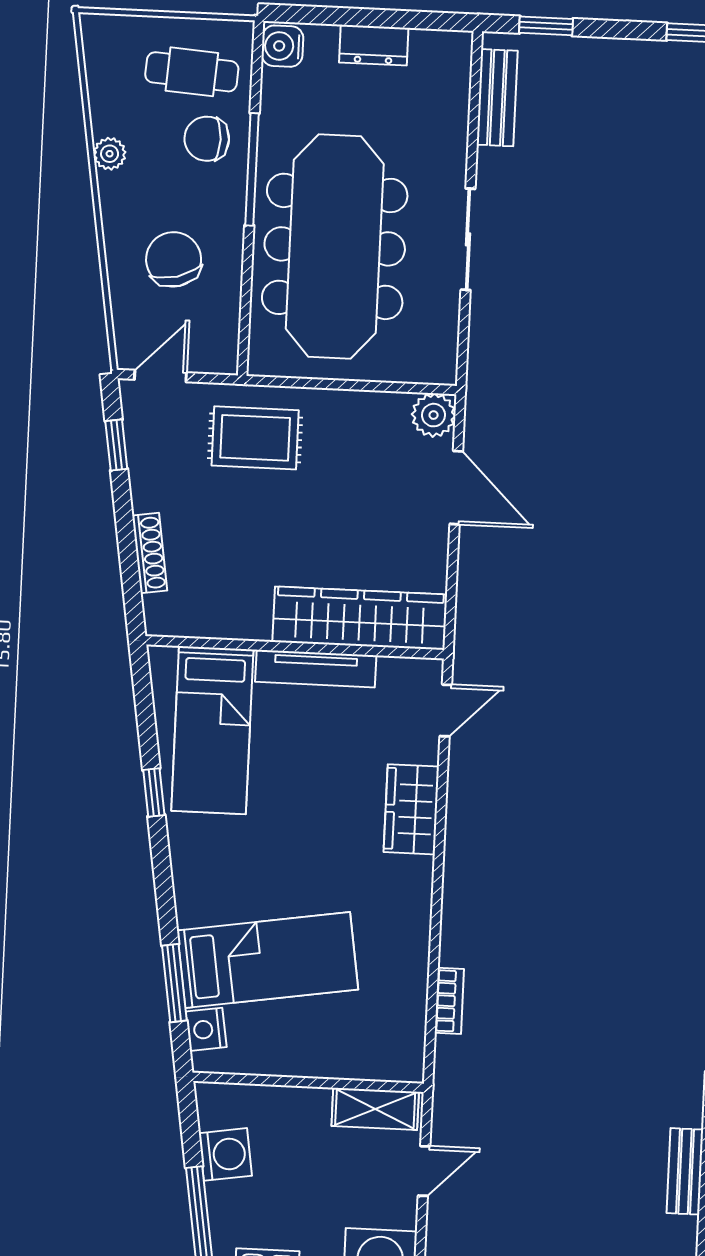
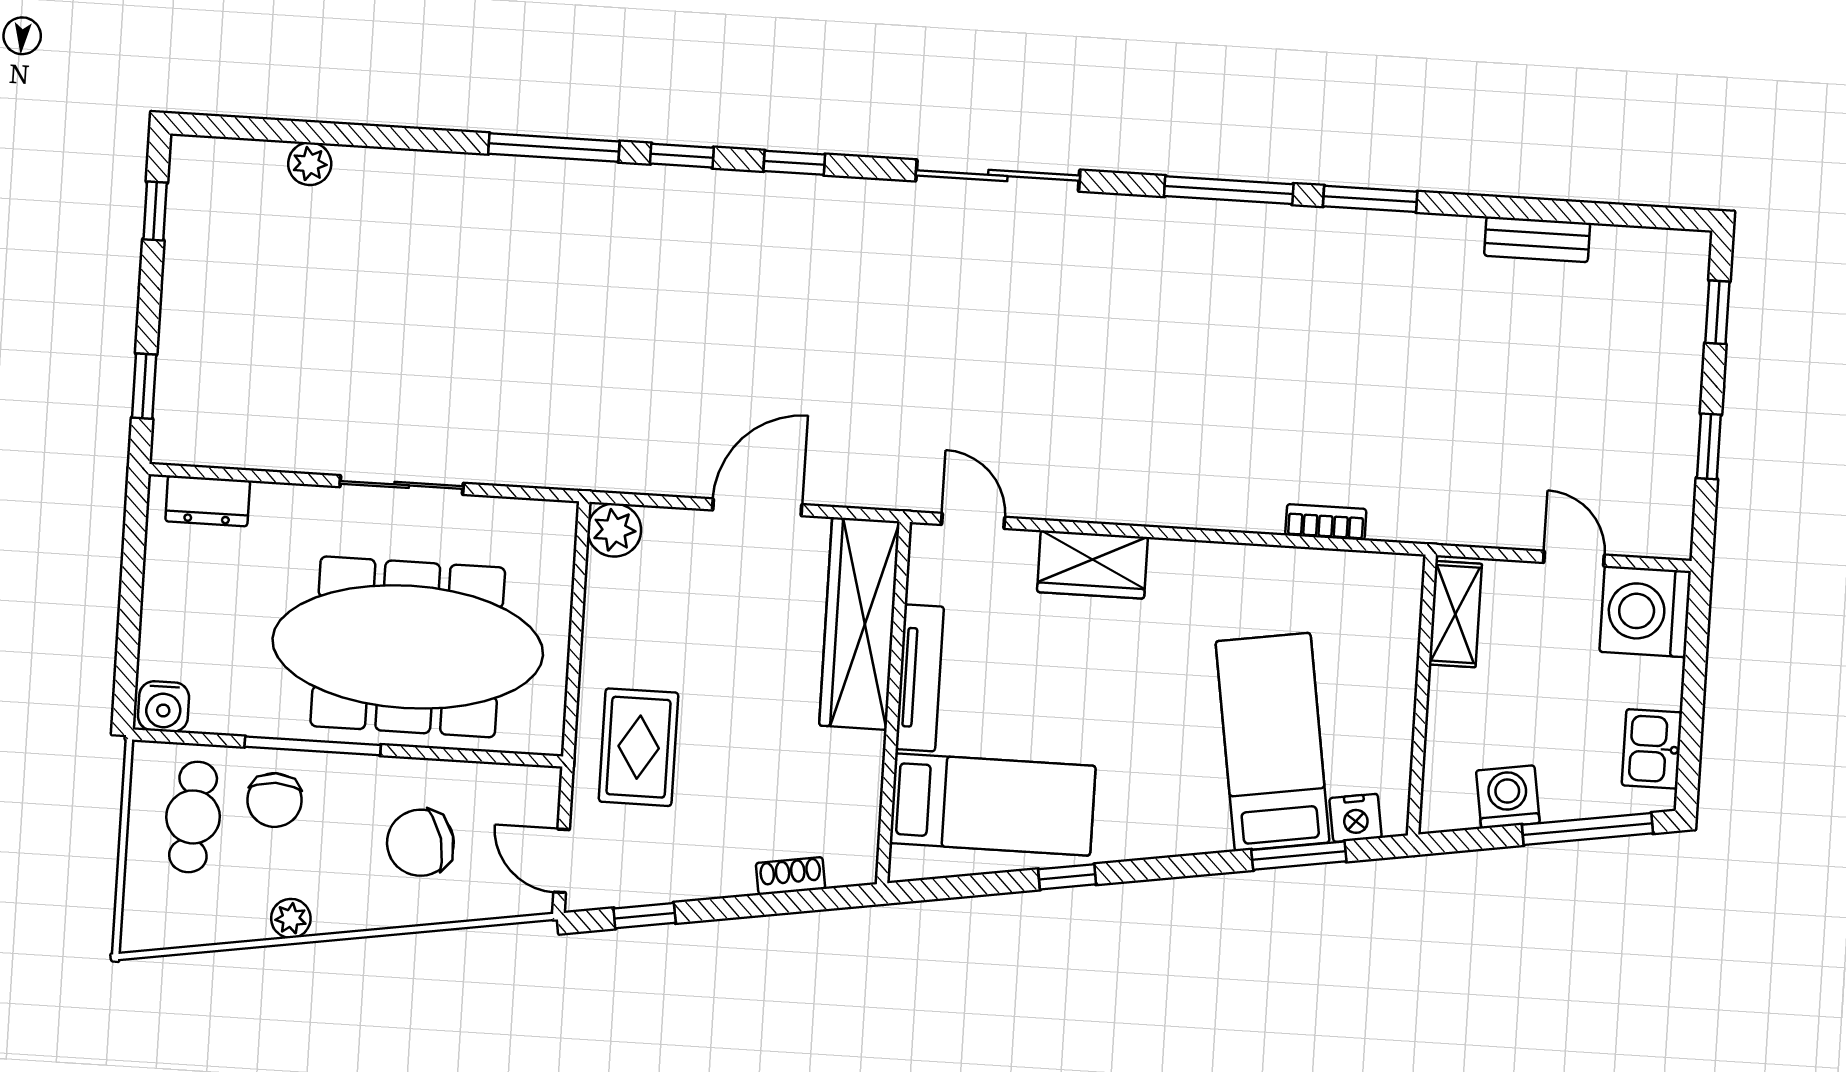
dresser: (374, 45) -> (208, 501), moved, turned 90
bench: (497, 98) -> (230, 447), removed
door: (456, 488) -> (757, 507), moved
shoe rack: (150, 553) -> (791, 876), width x0.70
door: (424, 1171) -> (1574, 559), moved

